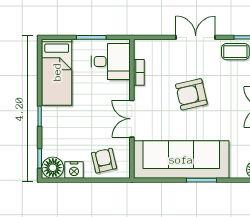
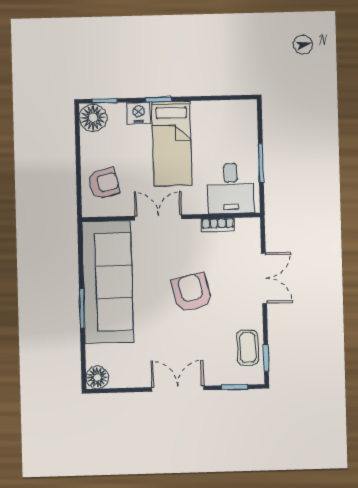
double door: (196, 37) -> (264, 278), moved
bed: (57, 72) -> (172, 144), moved, turned -90
nightstand: (74, 170) -> (139, 113), moved, turned 90

